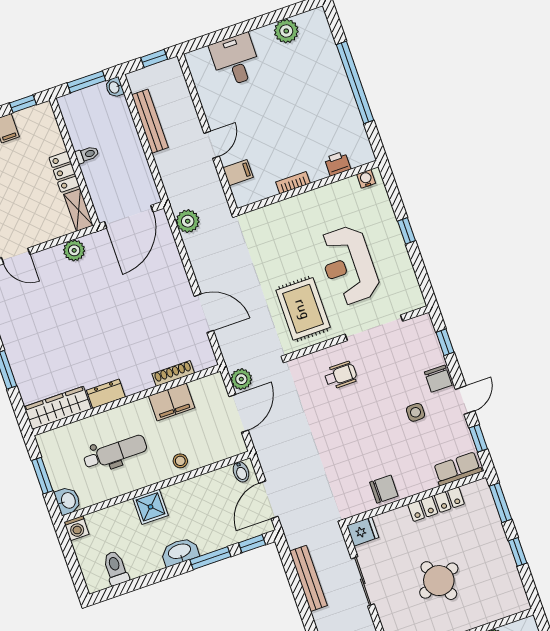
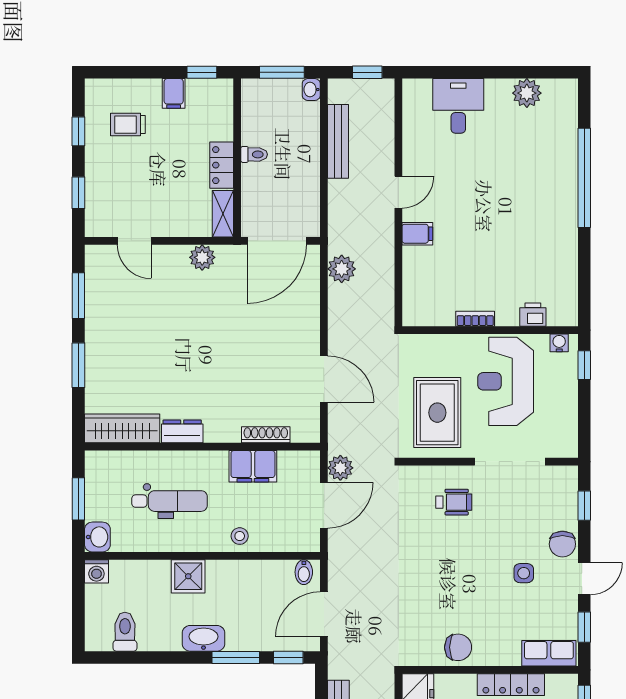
printer: (338, 164) -> (533, 315), moved
water cooler: (366, 179) -> (559, 343), moved
bookcase: (293, 183) -> (475, 319), moved
wall: (308, 188) -> (490, 330), moved

